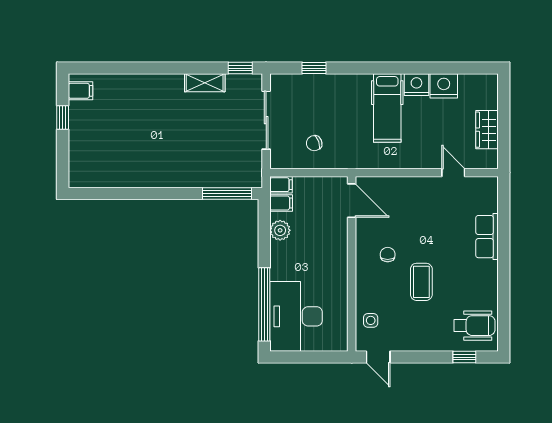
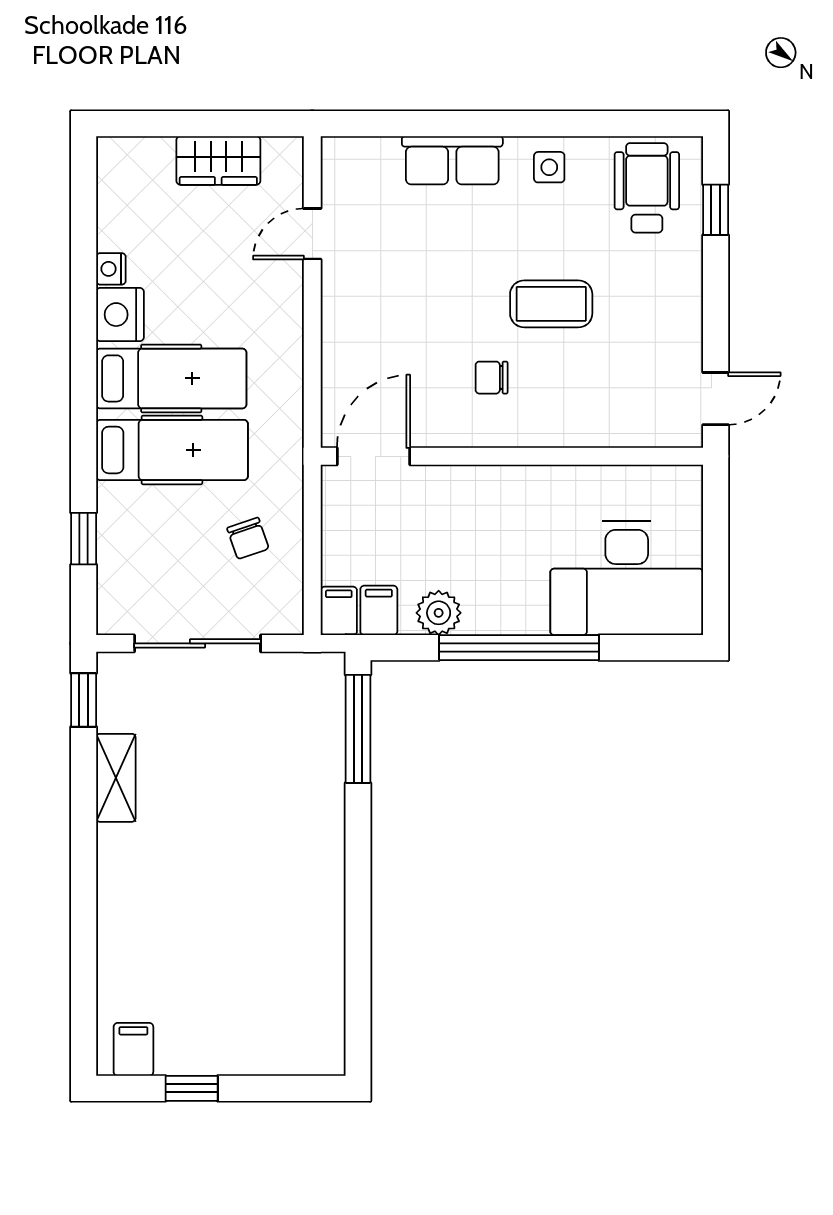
nightstand: (444, 86) -> (111, 269), width x0.53, depth x0.56
hospital bed: (355, 108) -> (172, 450), added
window: (264, 304) -> (519, 648), moved
side table: (371, 320) -> (549, 167), moved

